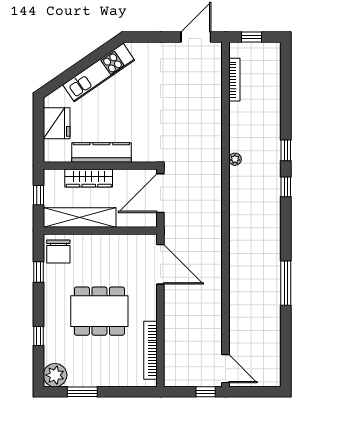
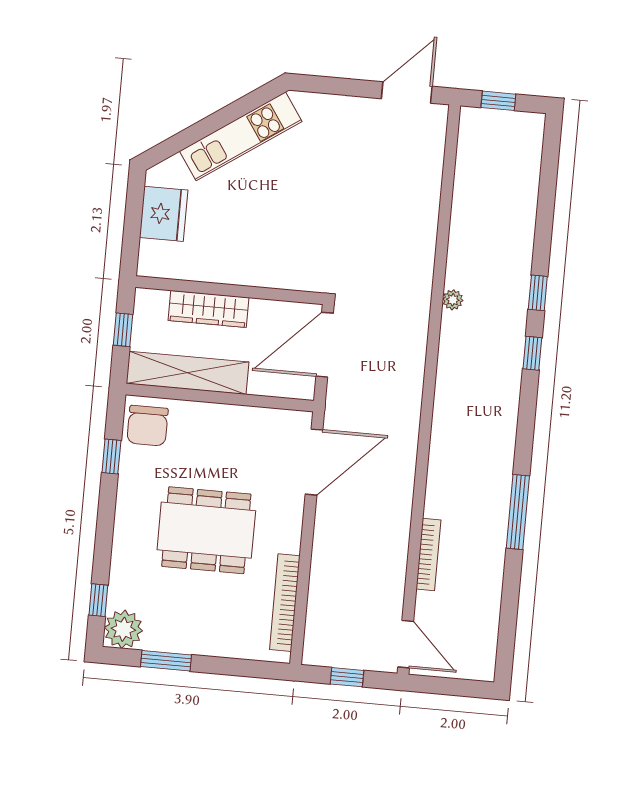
bookcase: (234, 80) -> (428, 555), moved
kitchen counter: (101, 152) -> (233, 269), removed
door: (160, 264) -> (314, 462), hinge flipped
window: (38, 336) -> (98, 600), moved
window: (206, 392) -> (347, 677), moved

